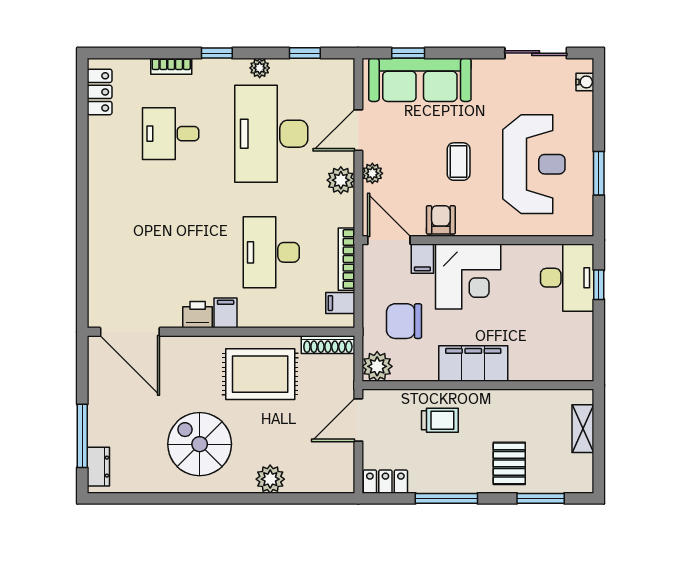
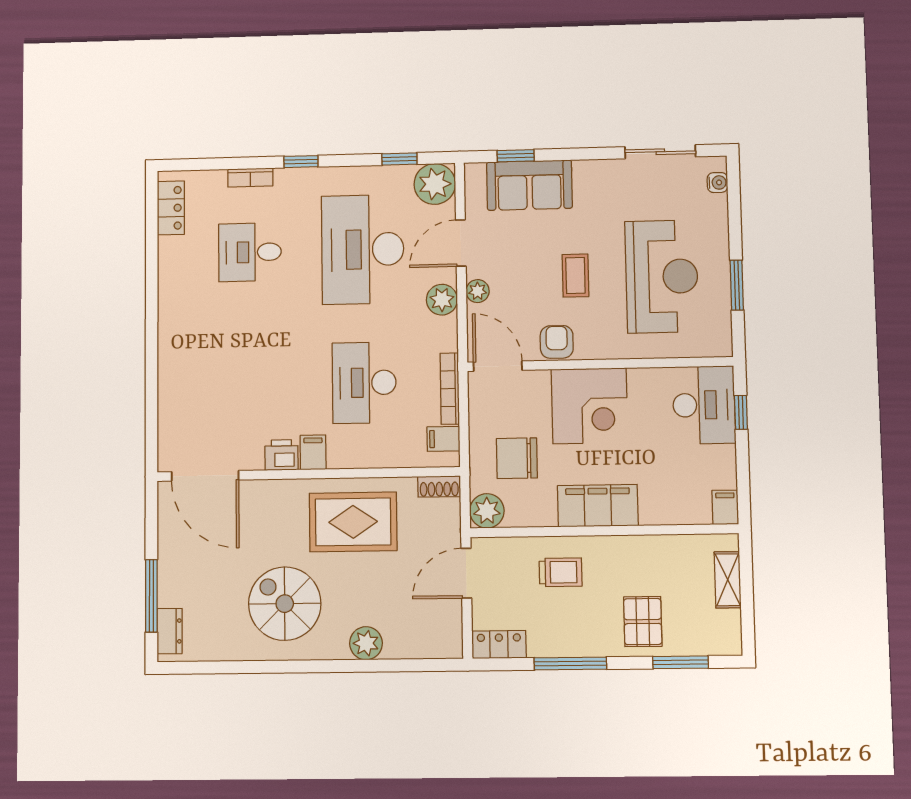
plant: (260, 68) -> (435, 184), moved, width x1.88, depth x1.88
sofa: (420, 80) -> (529, 185), width x0.73
filing cabinet: (422, 259) -> (725, 507), moved, turned 180
shoe rack: (328, 345) -> (439, 487), width x0.70

